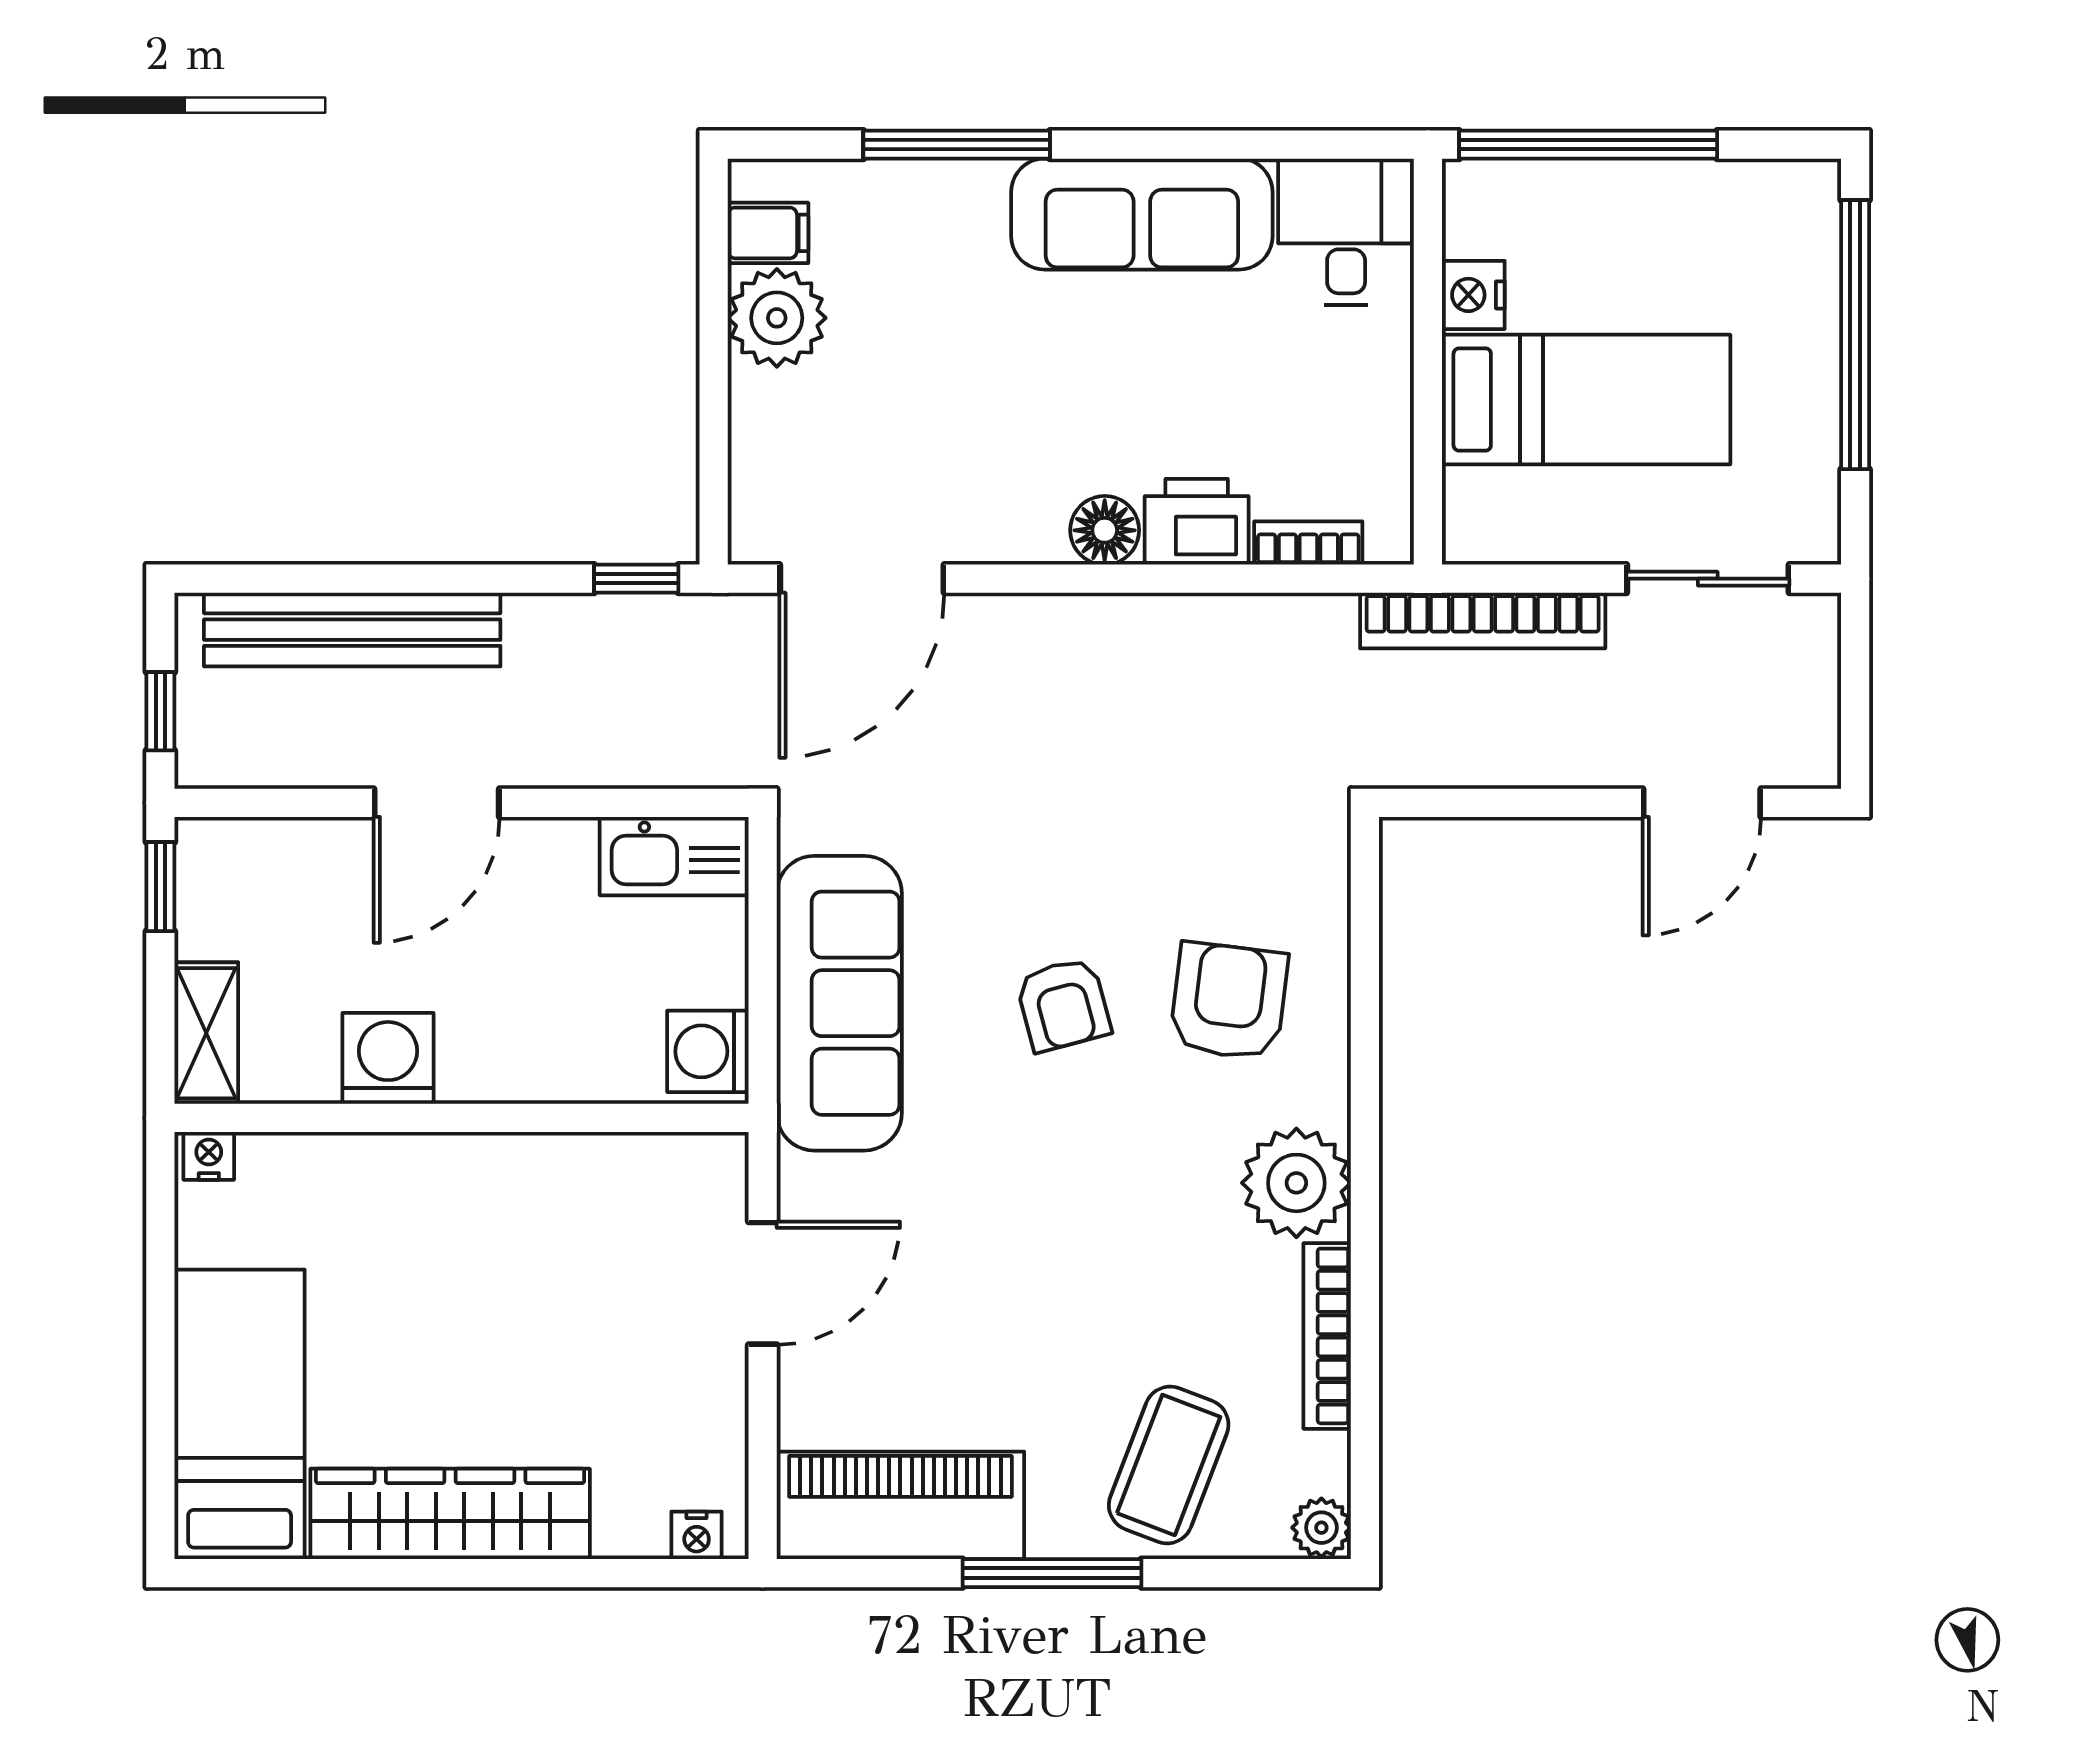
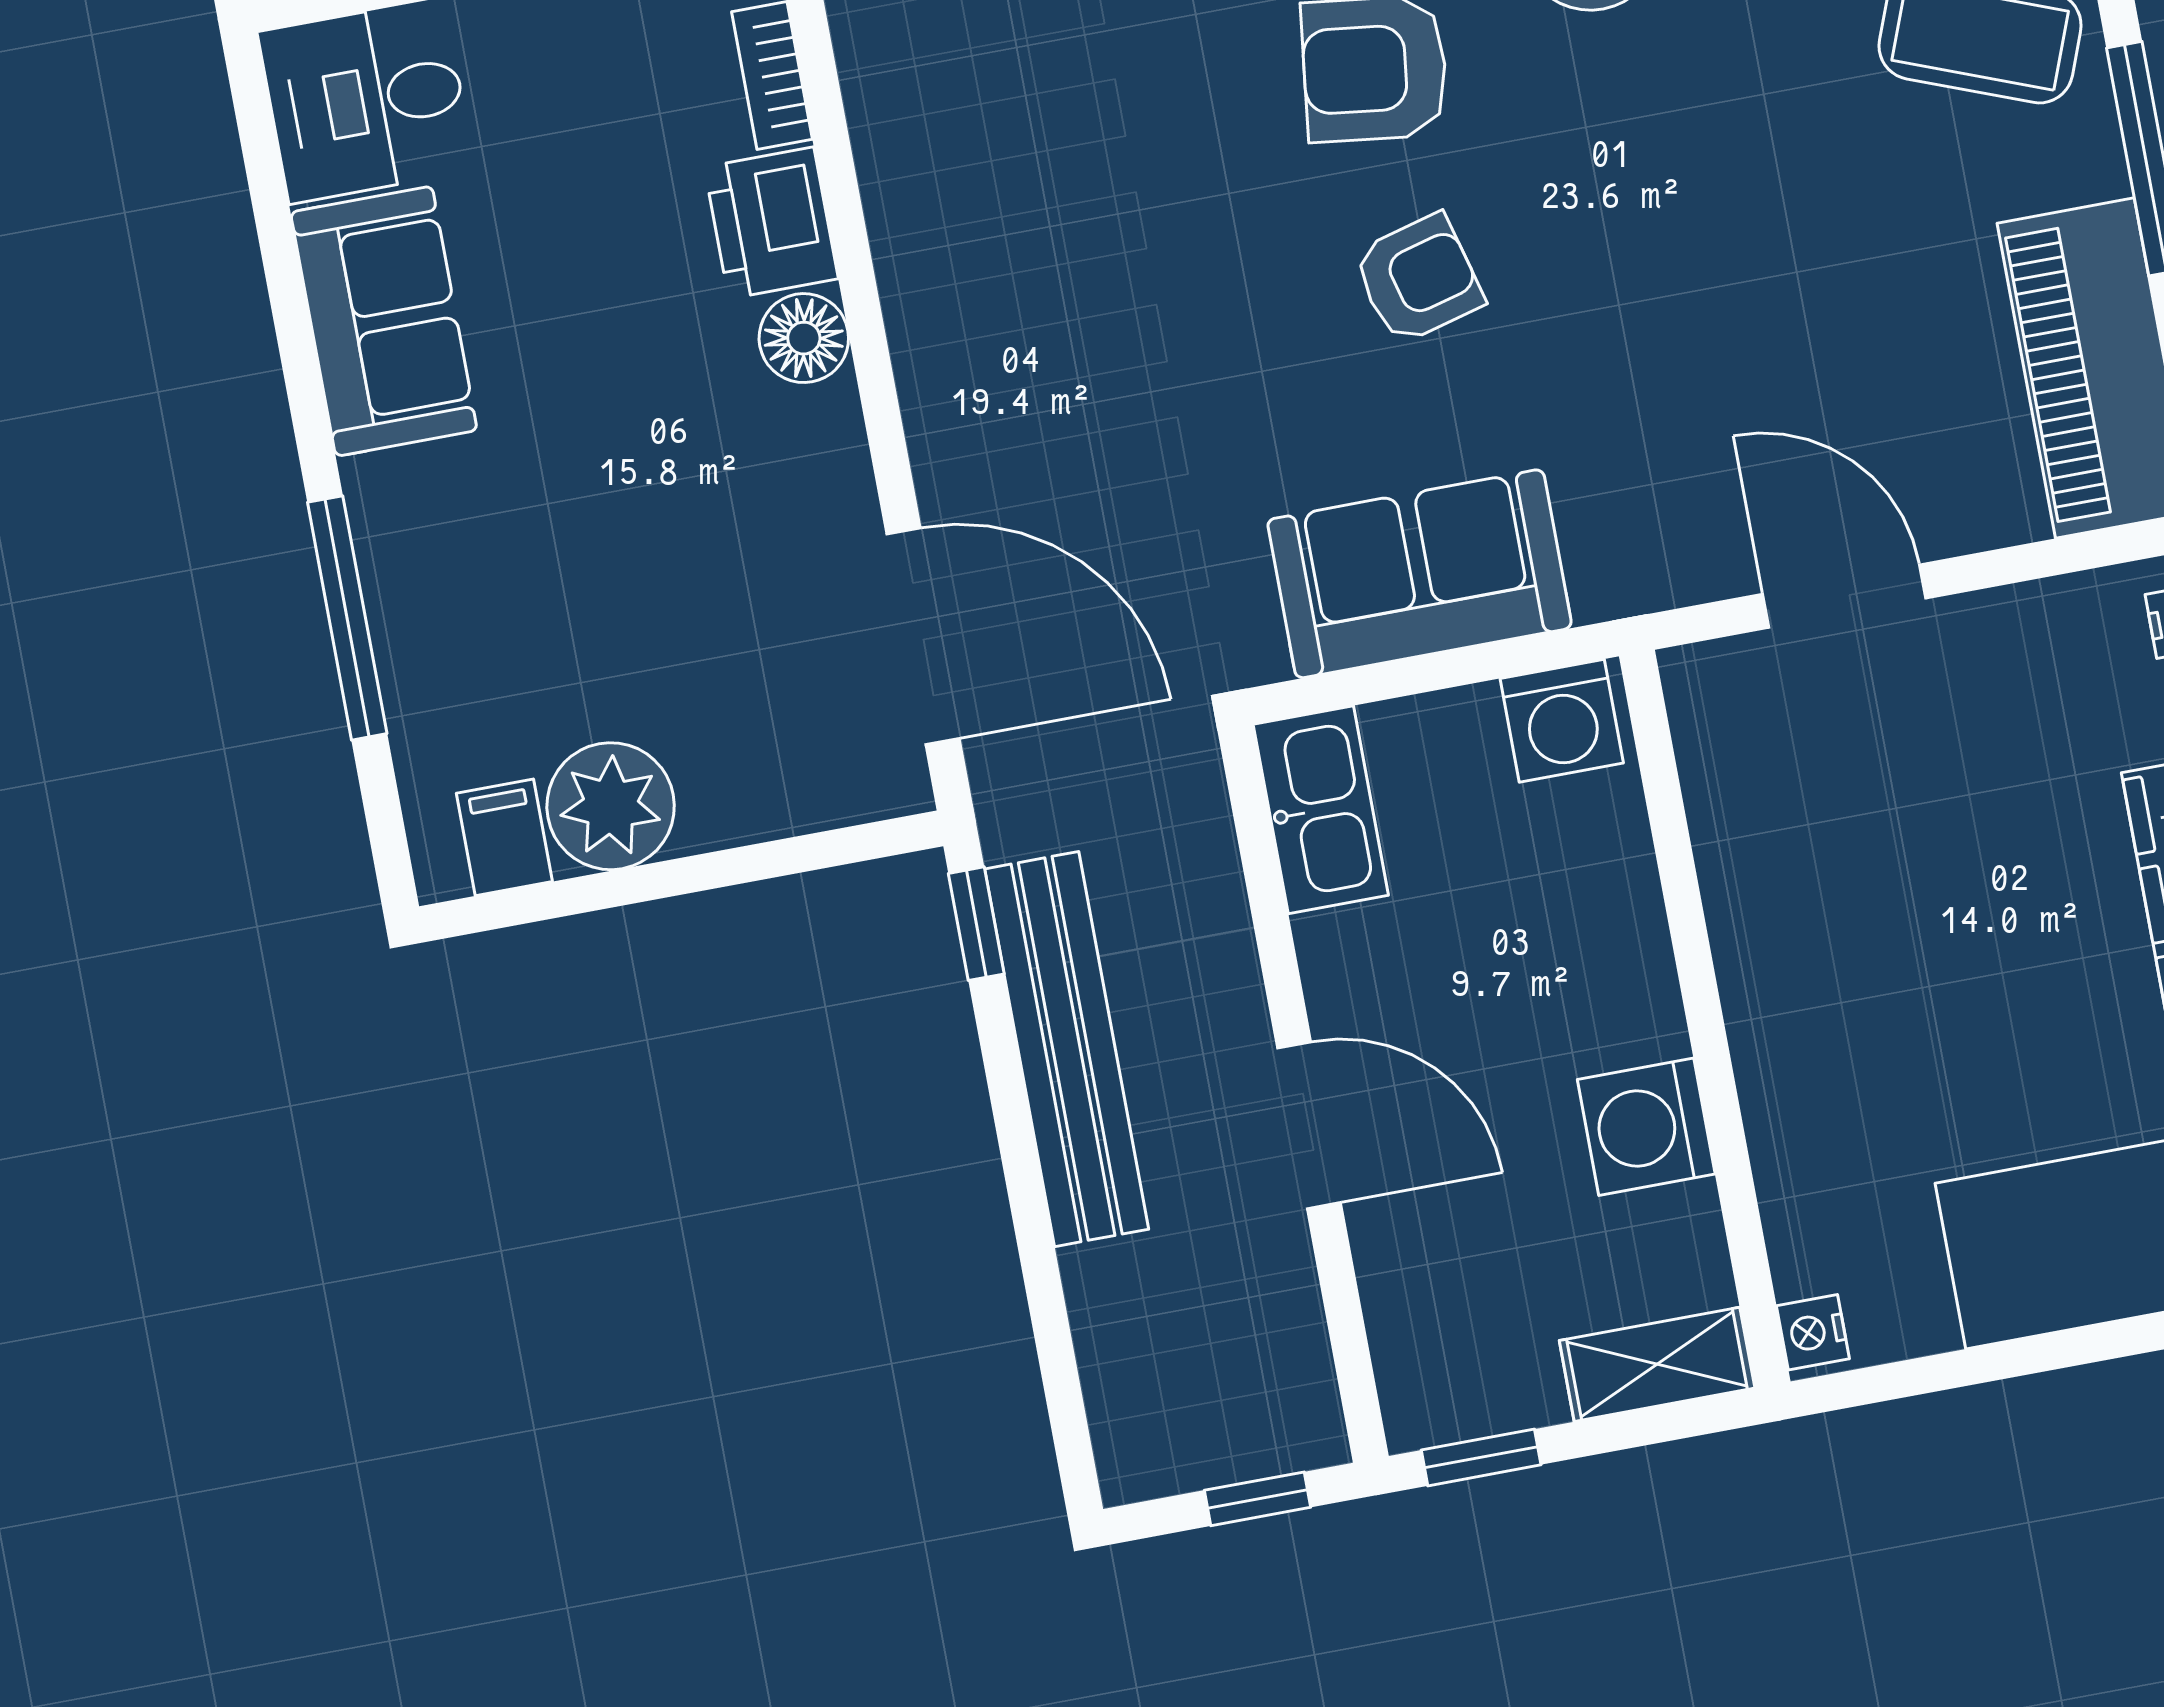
sofa: (1142, 214) -> (384, 321), width x0.73
bench: (352, 630) -> (1067, 1049), moved
sofa: (839, 1003) -> (1420, 574), width x0.73

